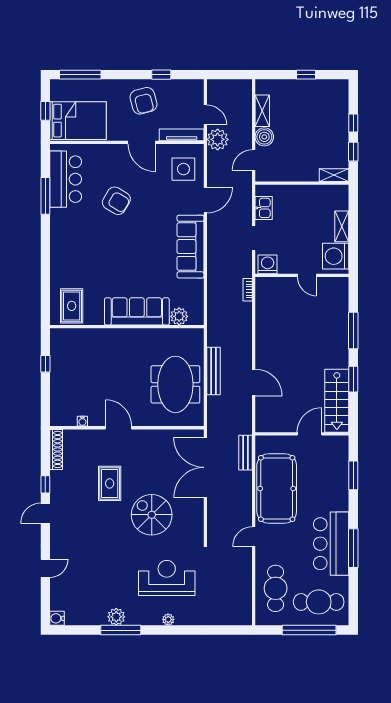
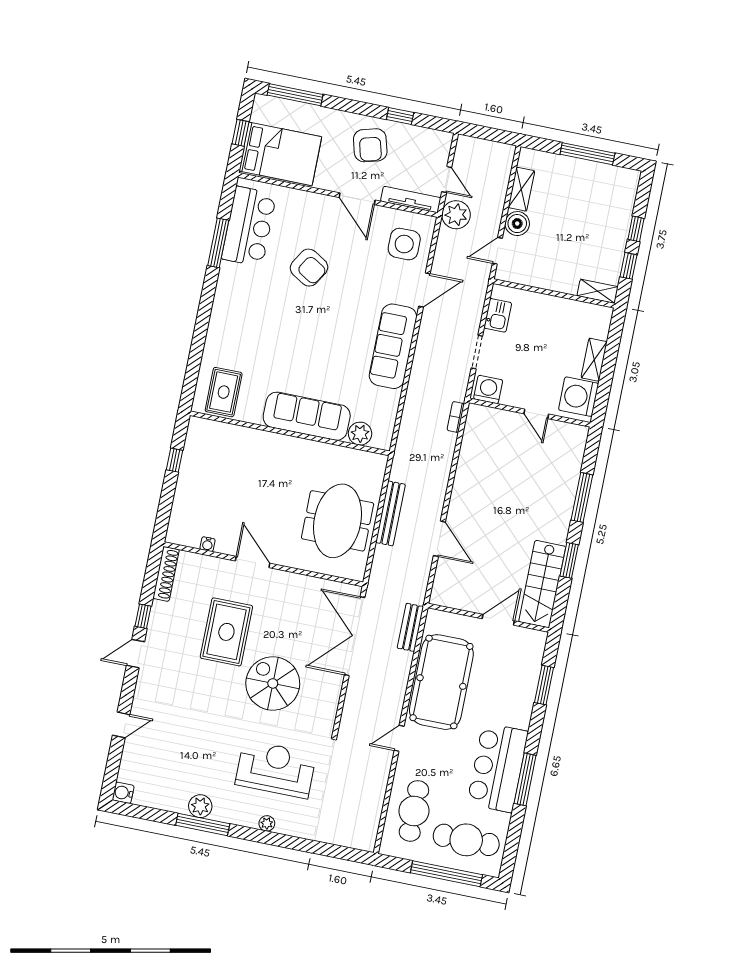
window: (306, 75) -> (587, 154), width x2.17
rug: (110, 483) -> (226, 632), width x1.36, depth x1.43

